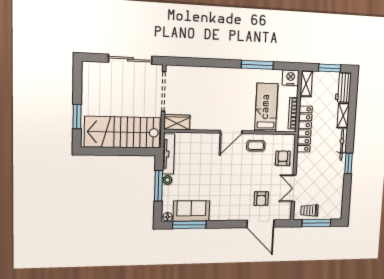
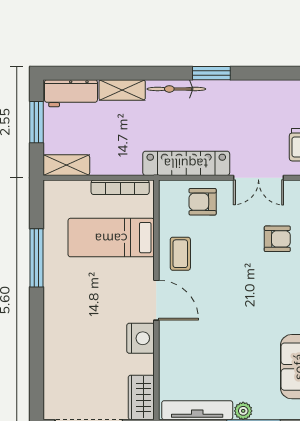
nightstand: (291, 78) -> (141, 338), moved, turned 180
locker: (305, 129) -> (186, 163), moved

